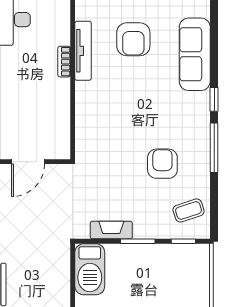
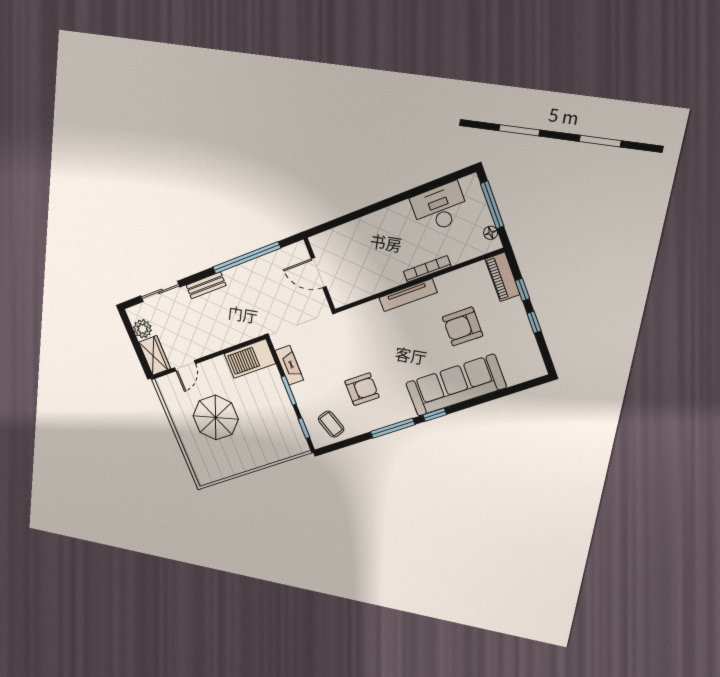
tv unit: (83, 51) -> (408, 295), moved
sofa: (195, 54) -> (456, 385), width x1.36, depth x1.27
bookcase: (64, 62) -> (427, 269), width x1.56

